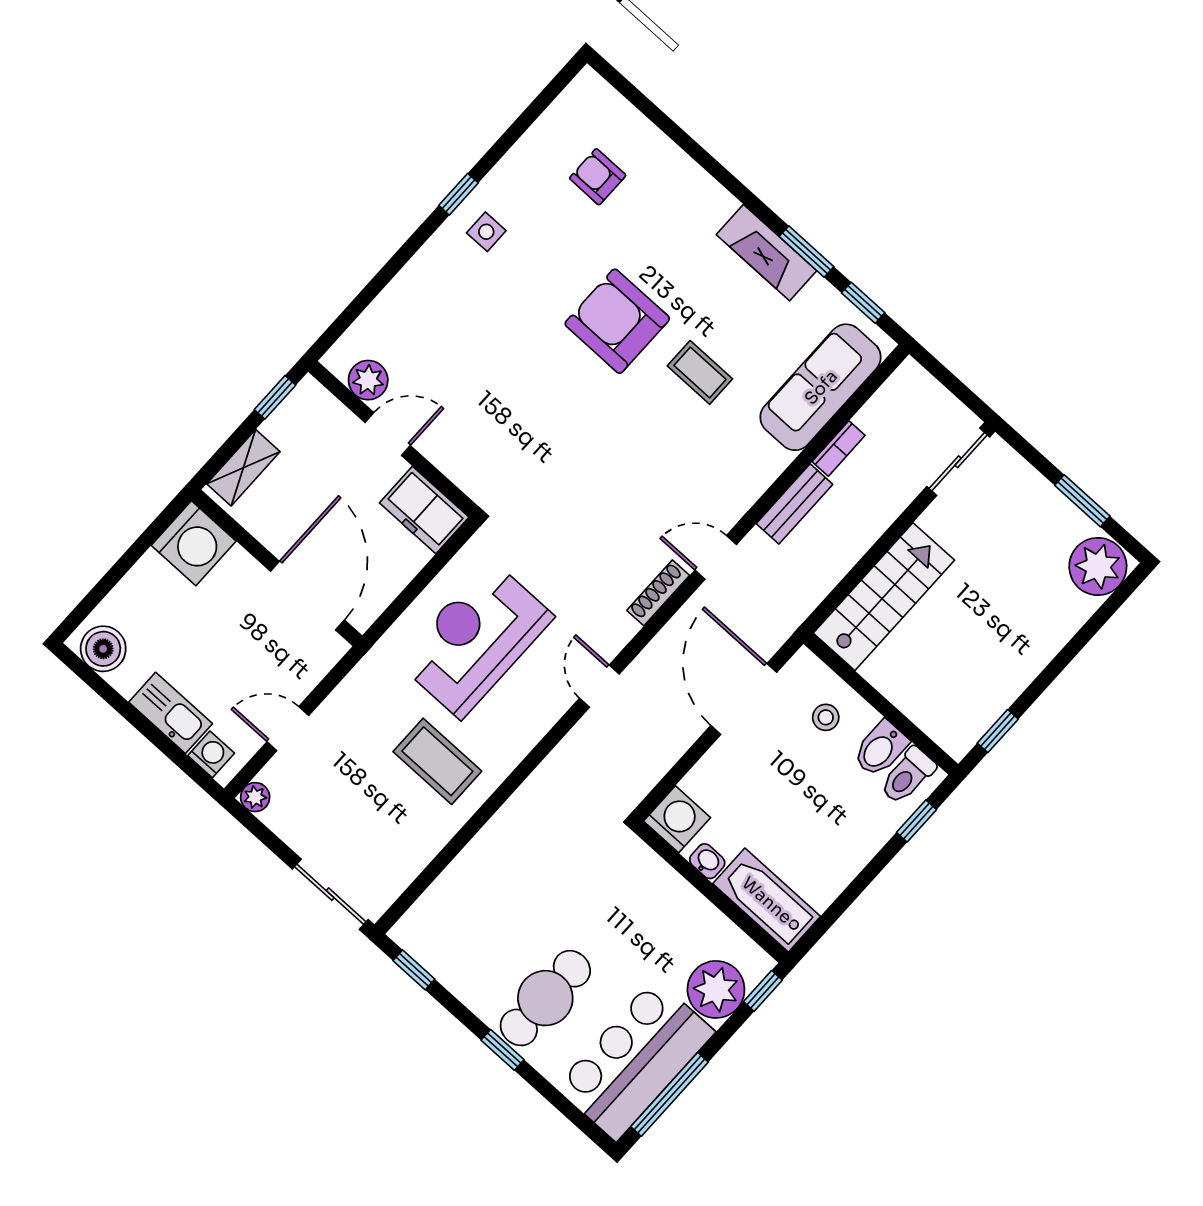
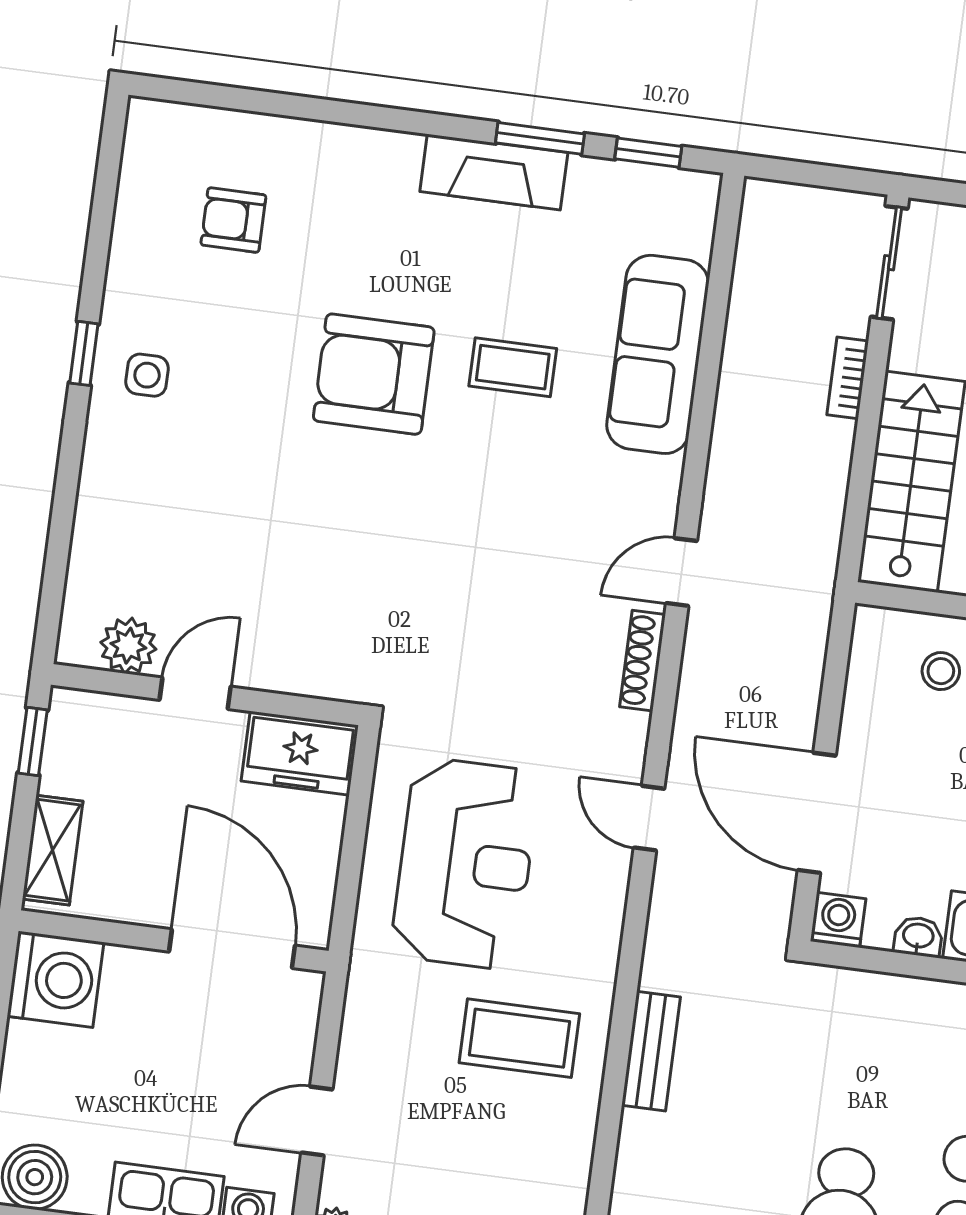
sofa: (821, 387) -> (658, 354), moved
bookcase: (839, 449) -> (848, 378), moved, turned 180
bench: (794, 504) -> (651, 1051), moved
reception desk: (475, 639) -> (465, 864), turned 180
door: (744, 699) -> (817, 813), moved
washing machine: (677, 819) -> (838, 920), width x0.73, depth x0.73

